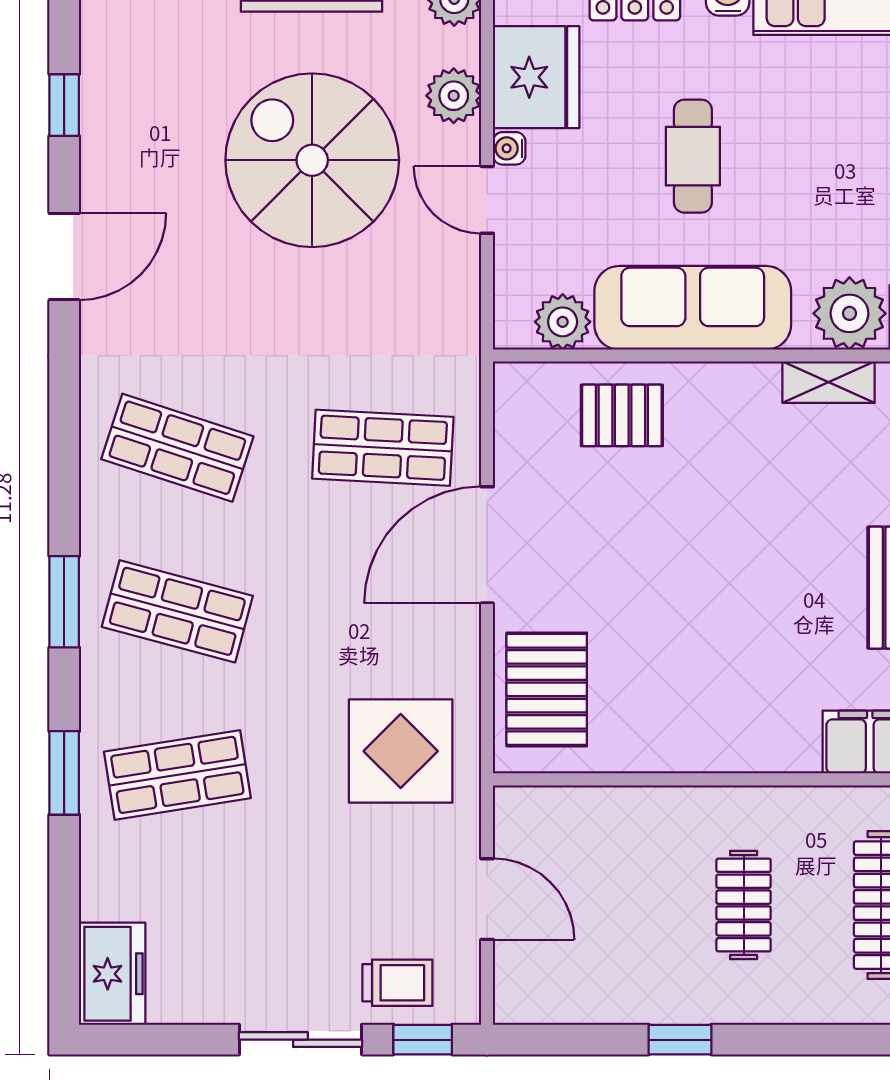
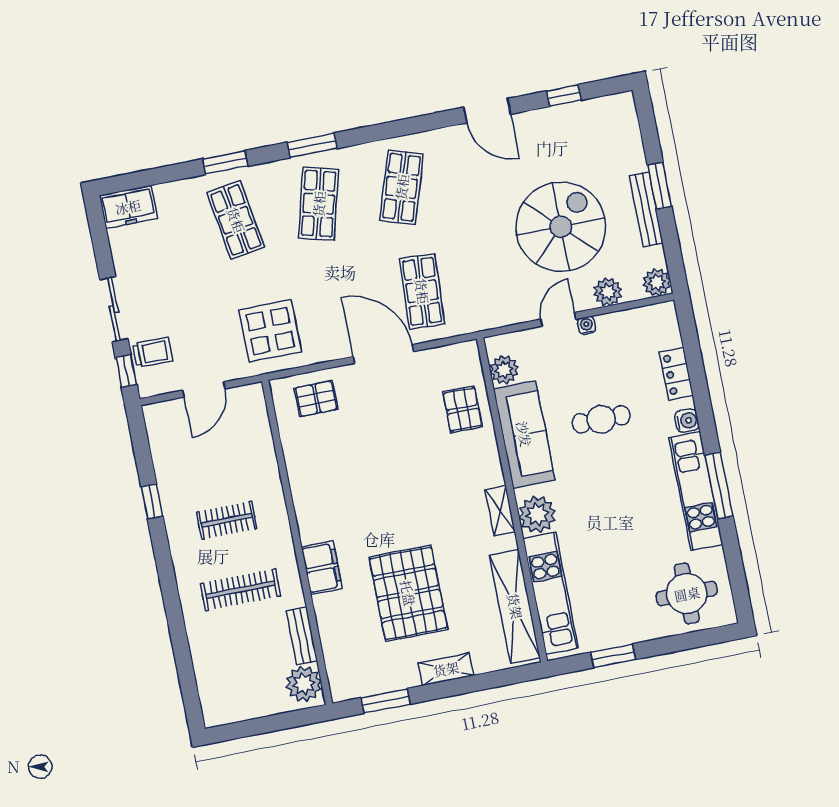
fridge: (536, 77) -> (625, 332), removed
pallet: (547, 689) -> (316, 399), width x0.67, depth x0.71
trolley: (397, 983) -> (152, 352), turned -90

